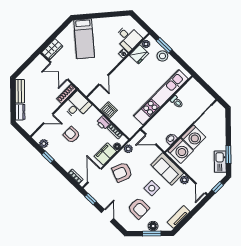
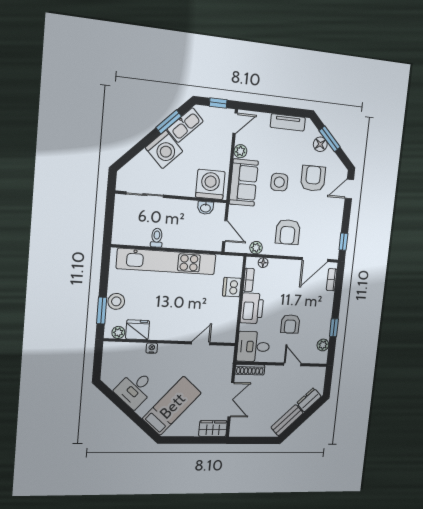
desk: (128, 38) -> (135, 389), moved, turned -139
dishwasher: (109, 110) -> (232, 287), moved
printer: (103, 123) -> (252, 308), width x1.87, depth x1.48
washing machine: (193, 137) -> (164, 149), moved, turned 135
filing cabinet: (105, 154) -> (282, 268), removed
armchair: (122, 172) -> (288, 232), turned 68
door: (107, 216) -> (349, 189), moved

